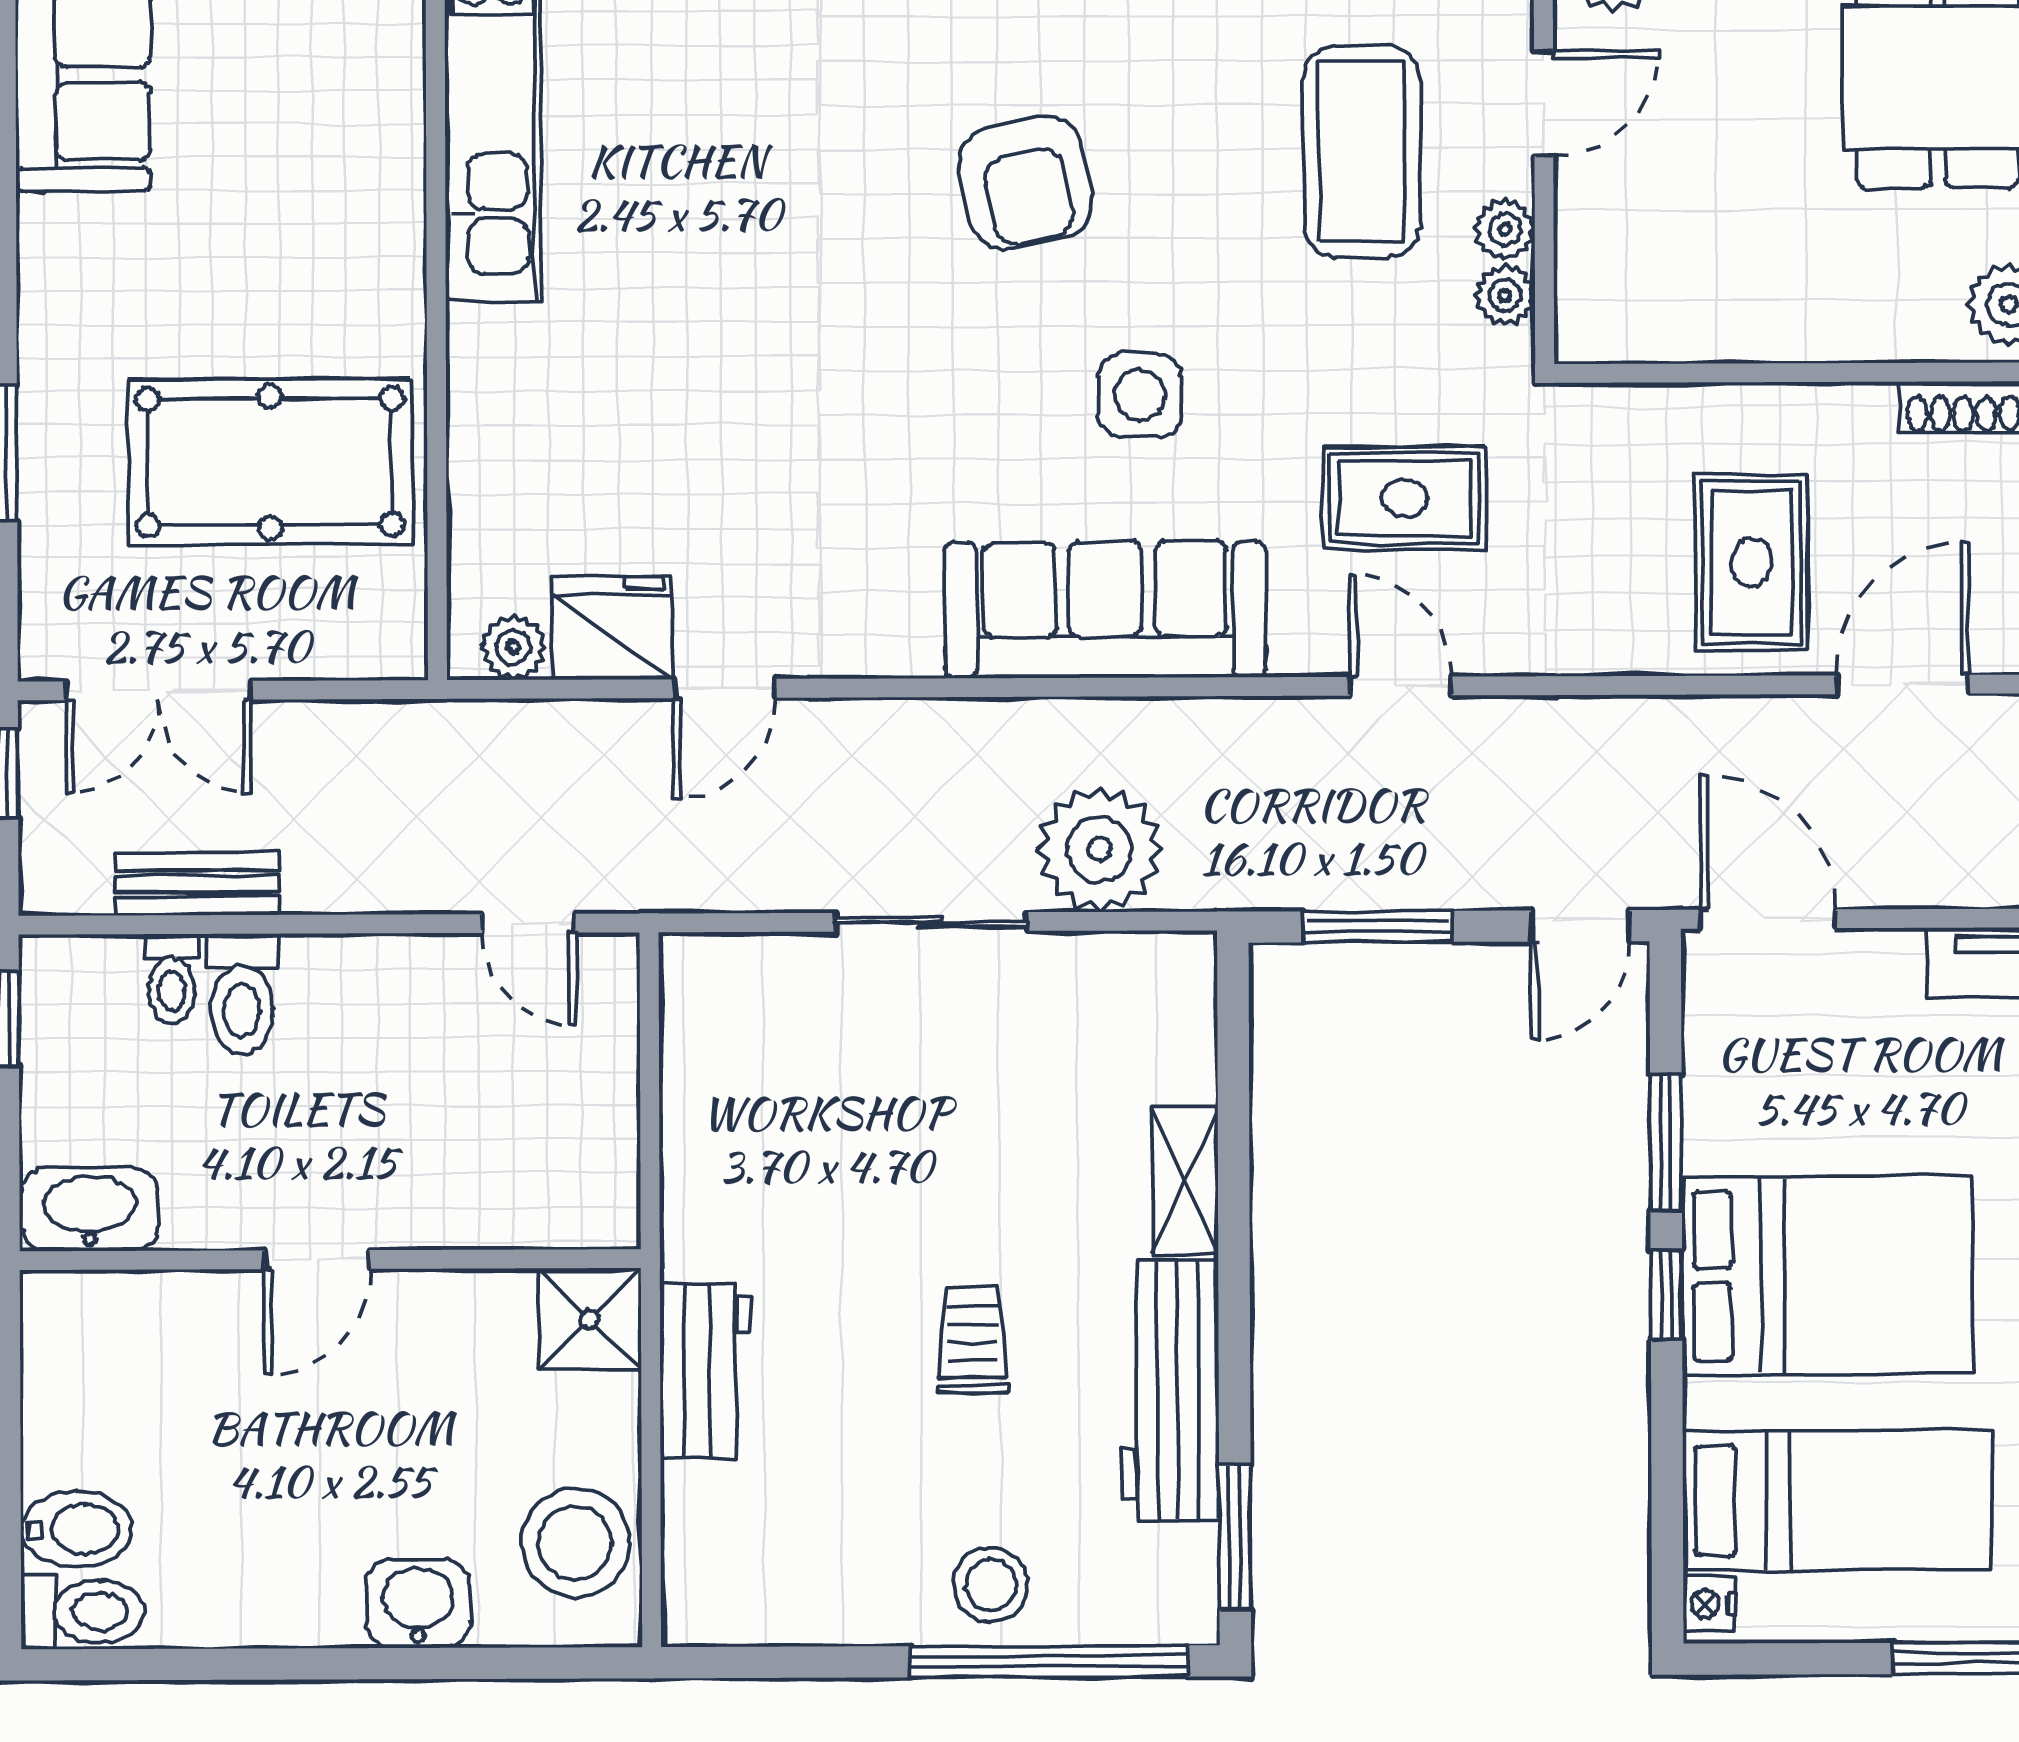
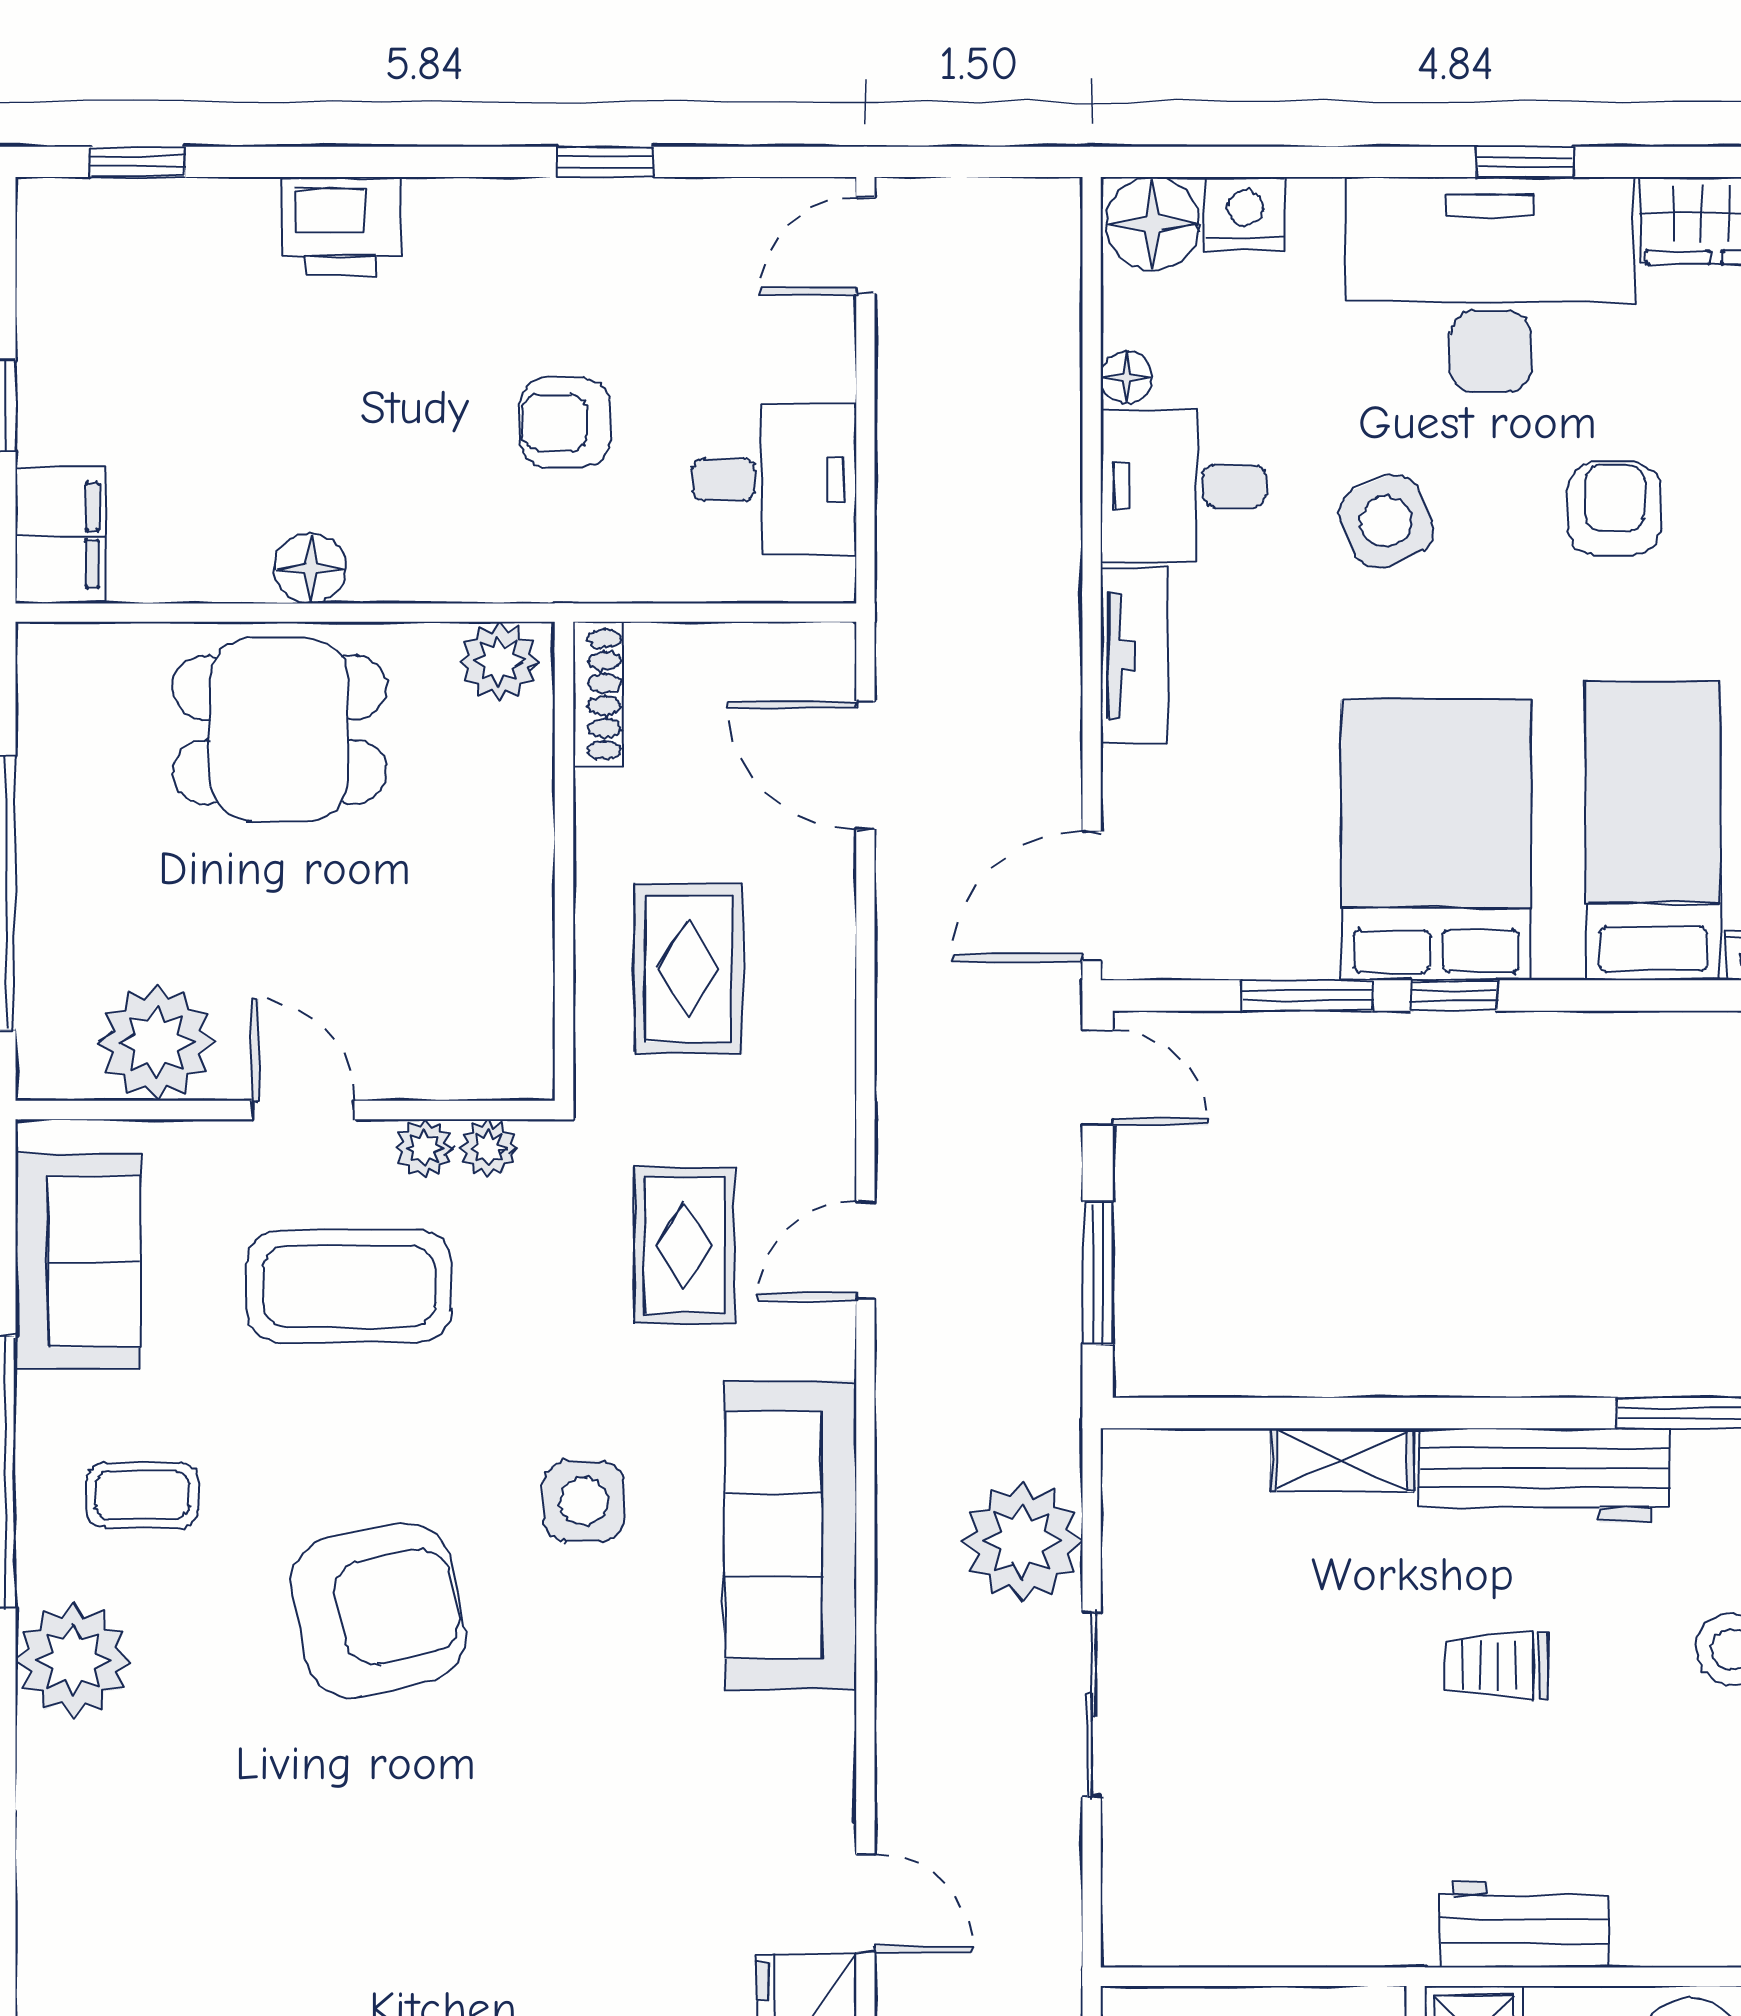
armchair: (1026, 183) -> (378, 1610), width x1.36, depth x1.36
rug: (1752, 563) -> (688, 968), moved, turned 90

